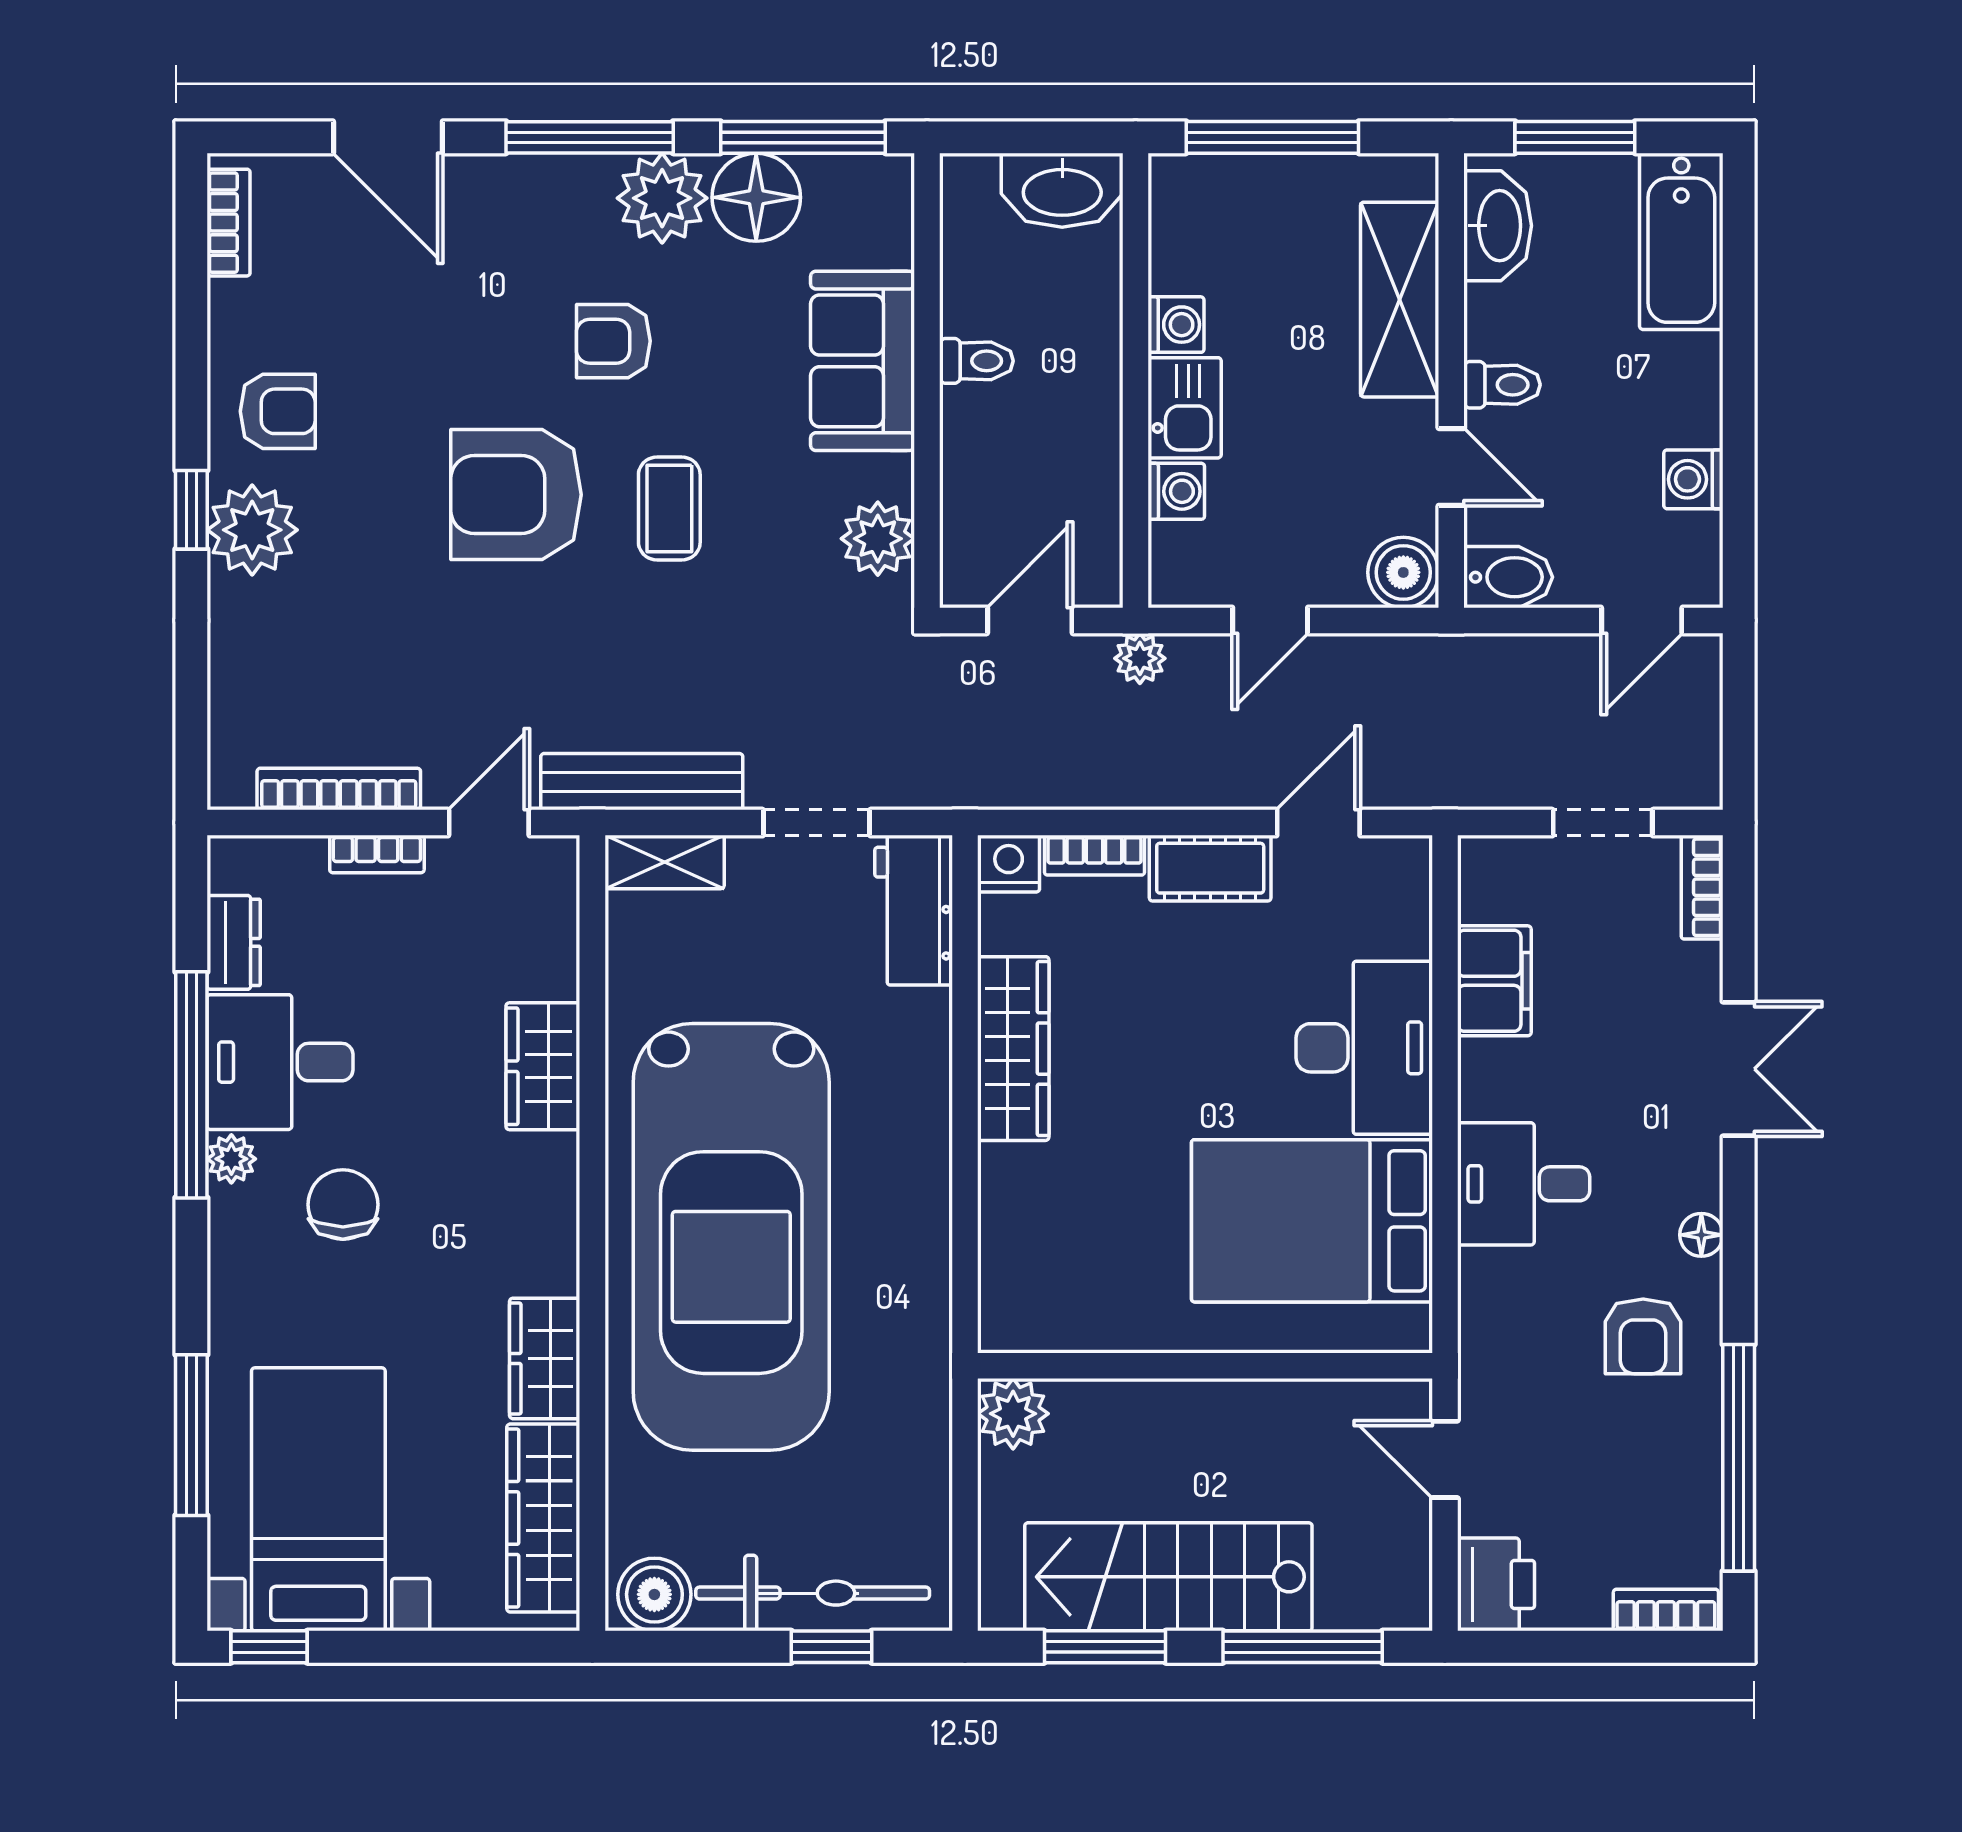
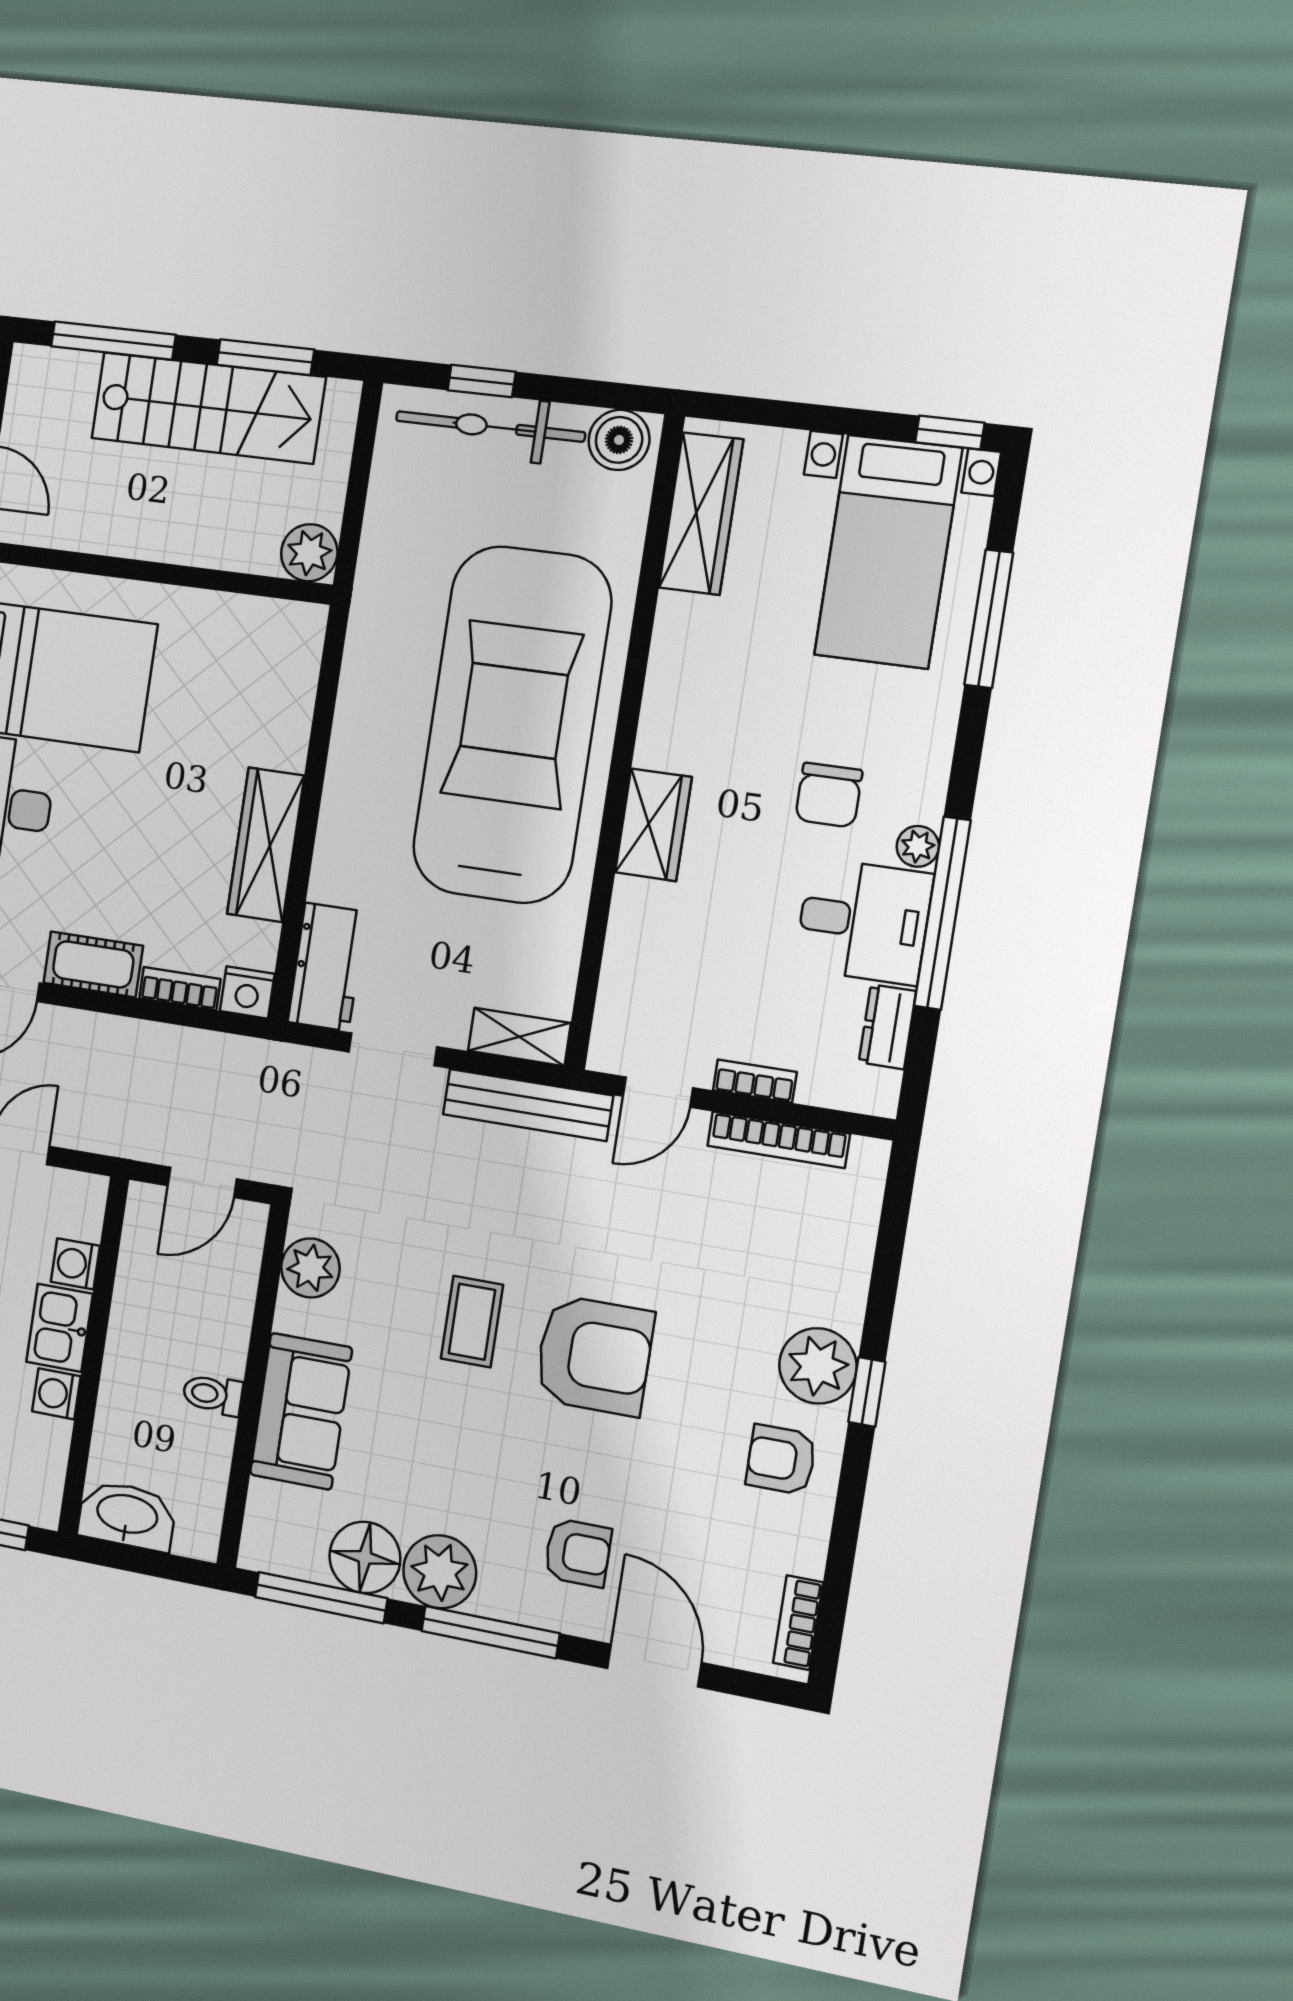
armchair: (613, 341) -> (578, 1553), moved
plant: (1140, 658) -> (122, 1138), removed
wardrobe: (543, 1066) -> (653, 825), moved
wardrobe: (545, 1358) -> (680, 645), removed

